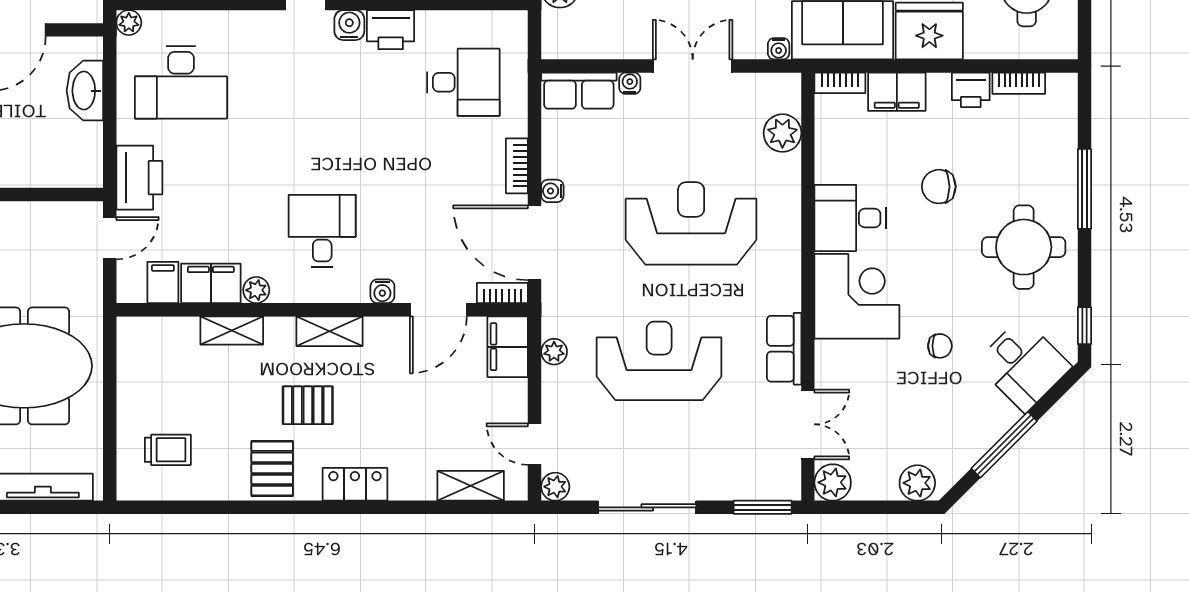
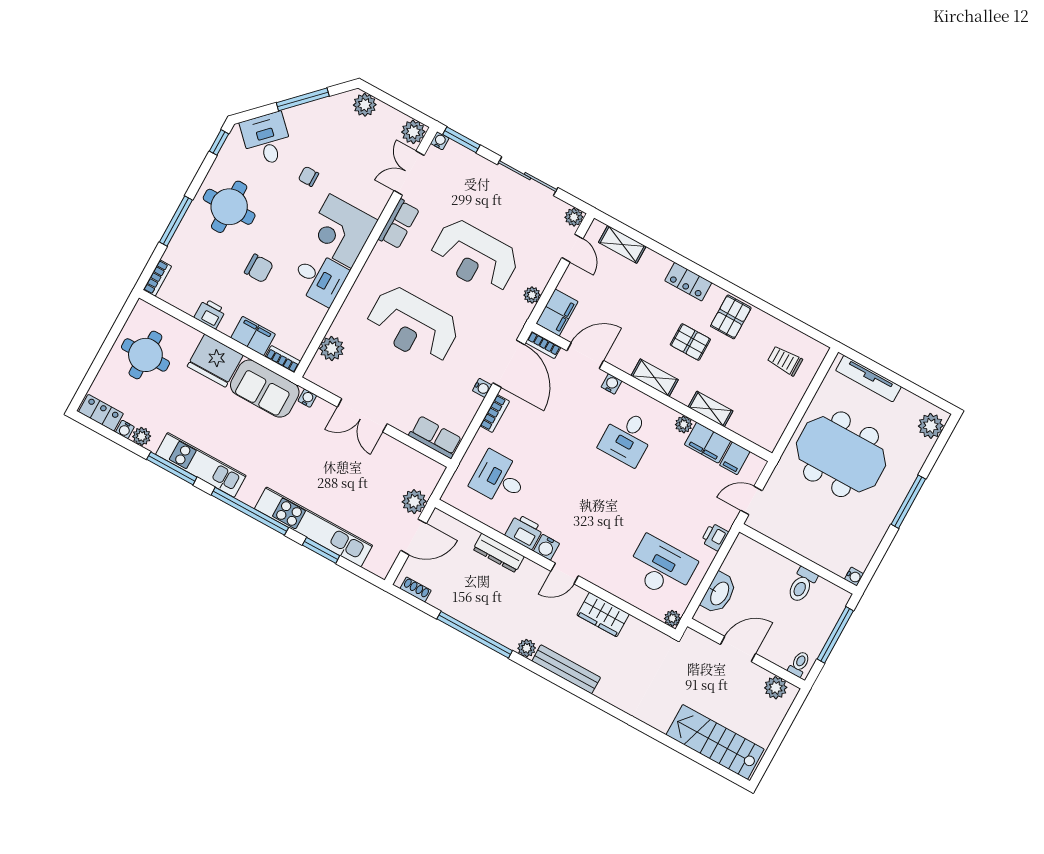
water cooler: (630, 83) -> (440, 141), moved, turned 180
bookcase: (1019, 83) -> (157, 278), moved, turned 90
printer: (139, 178) -> (715, 537), width x0.53, depth x0.68

